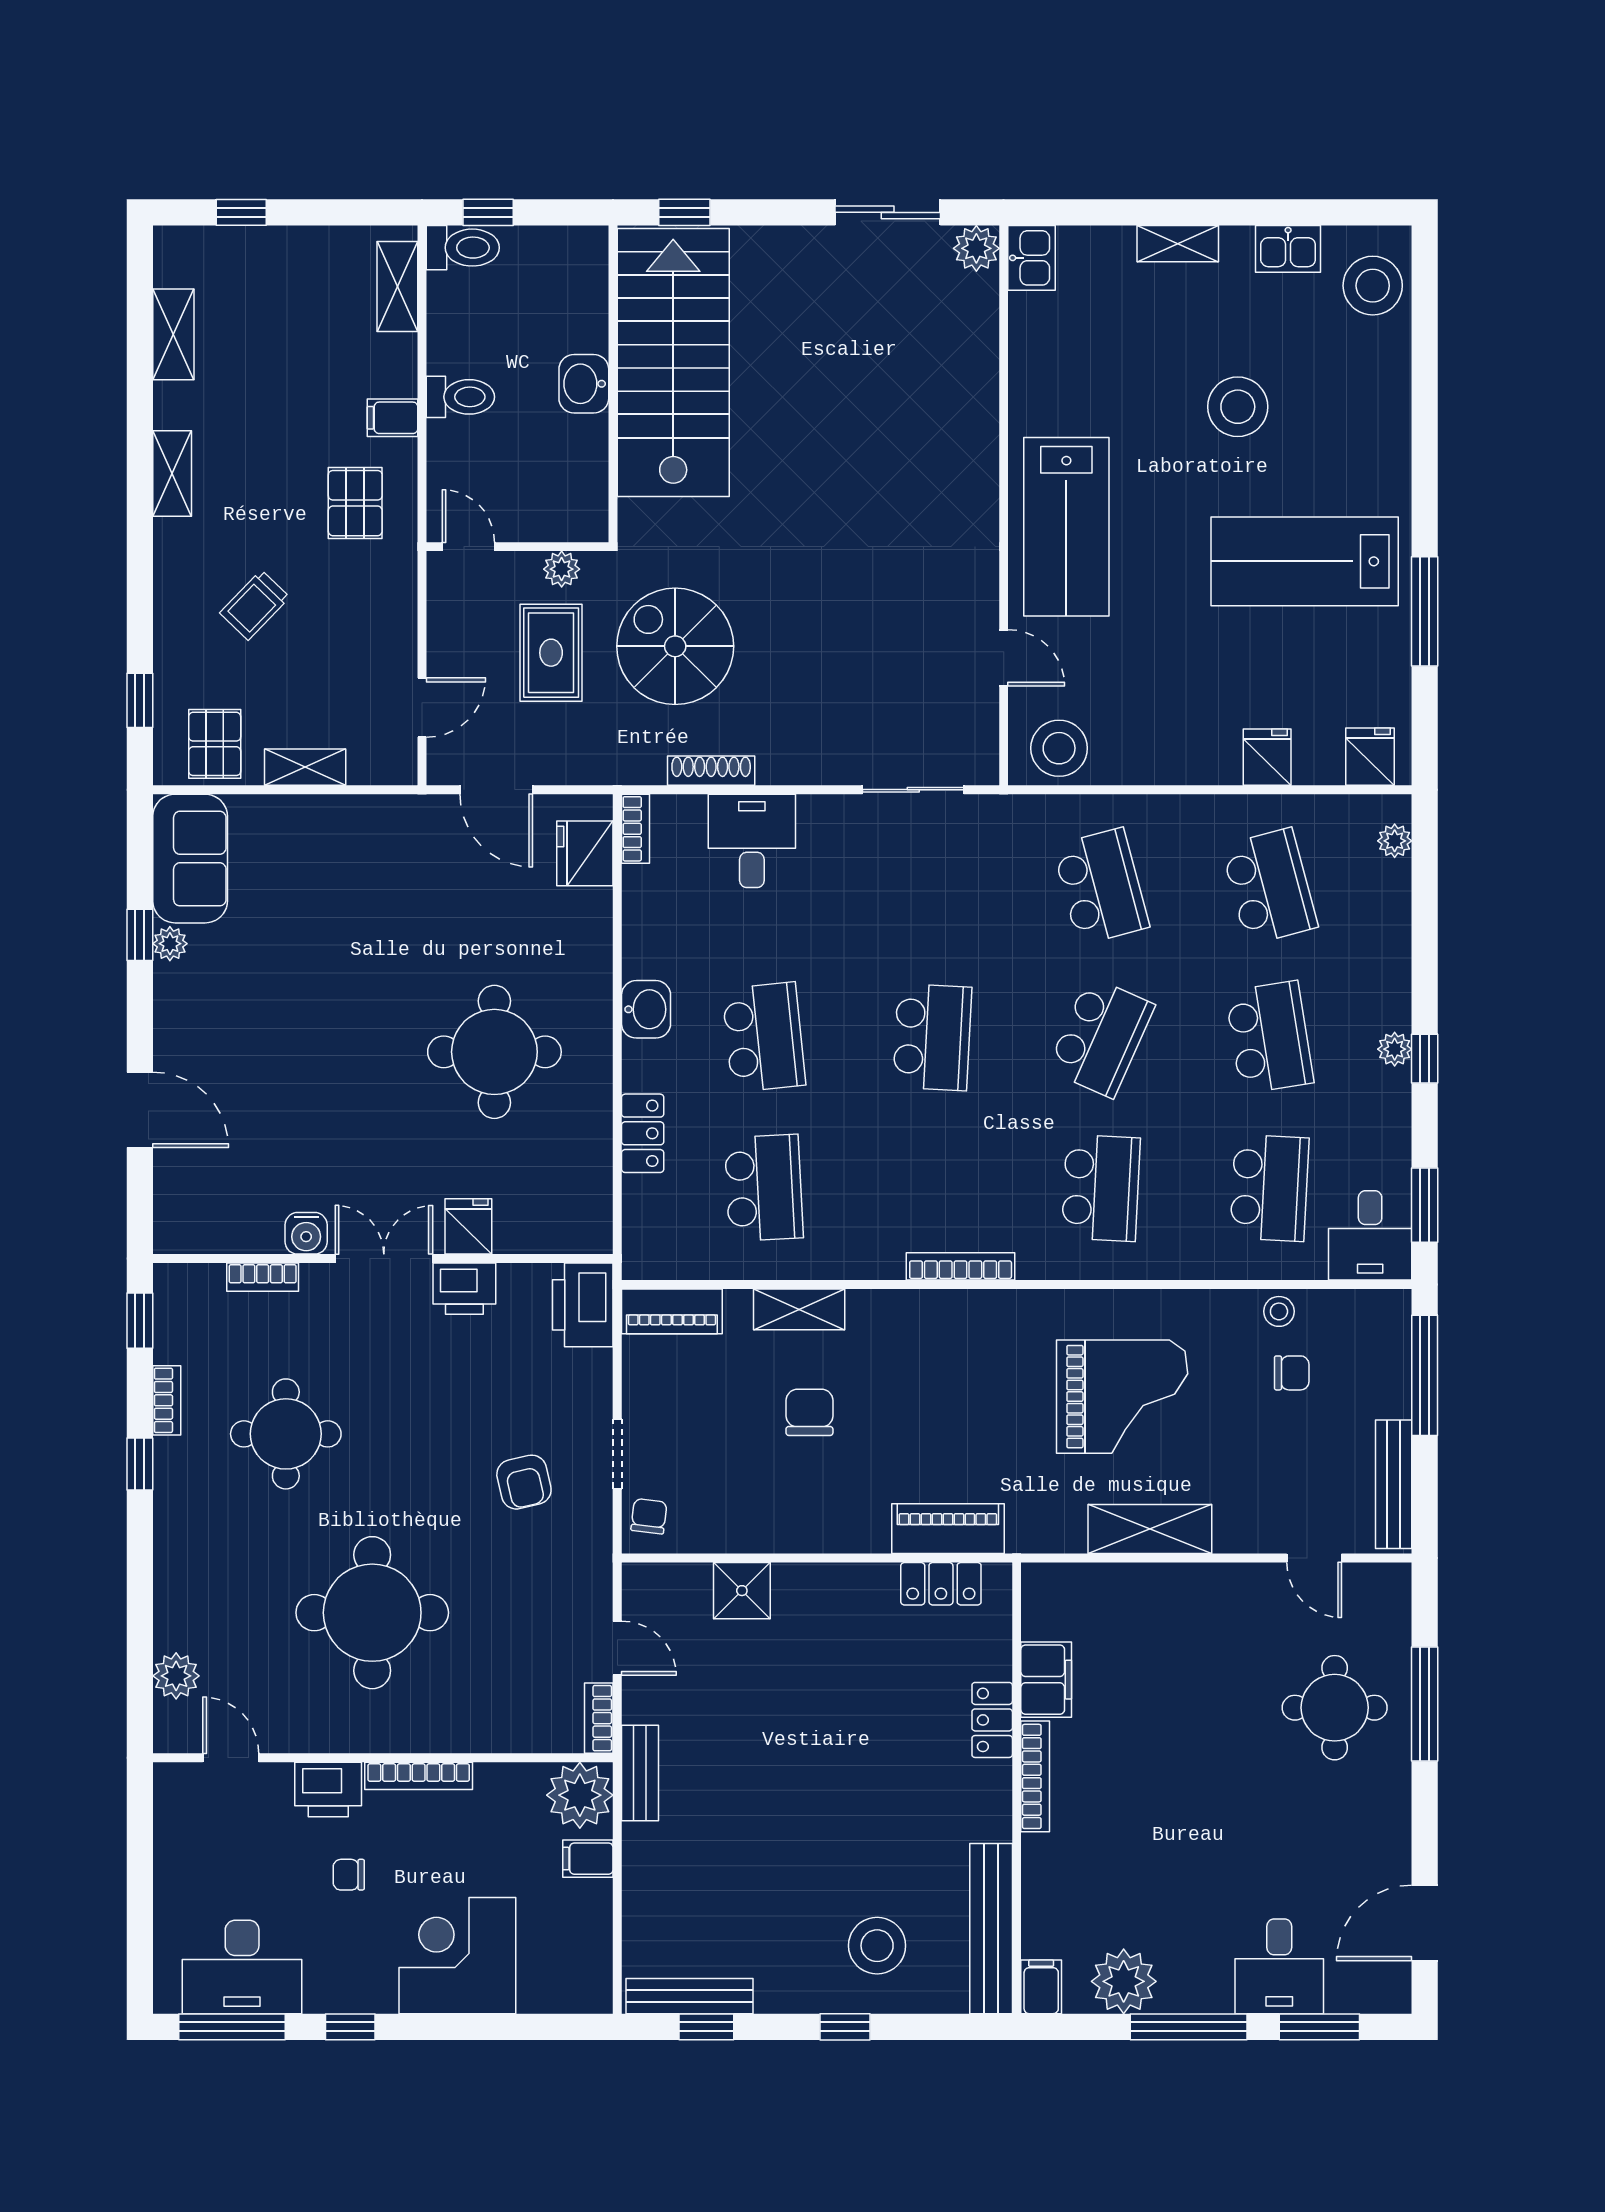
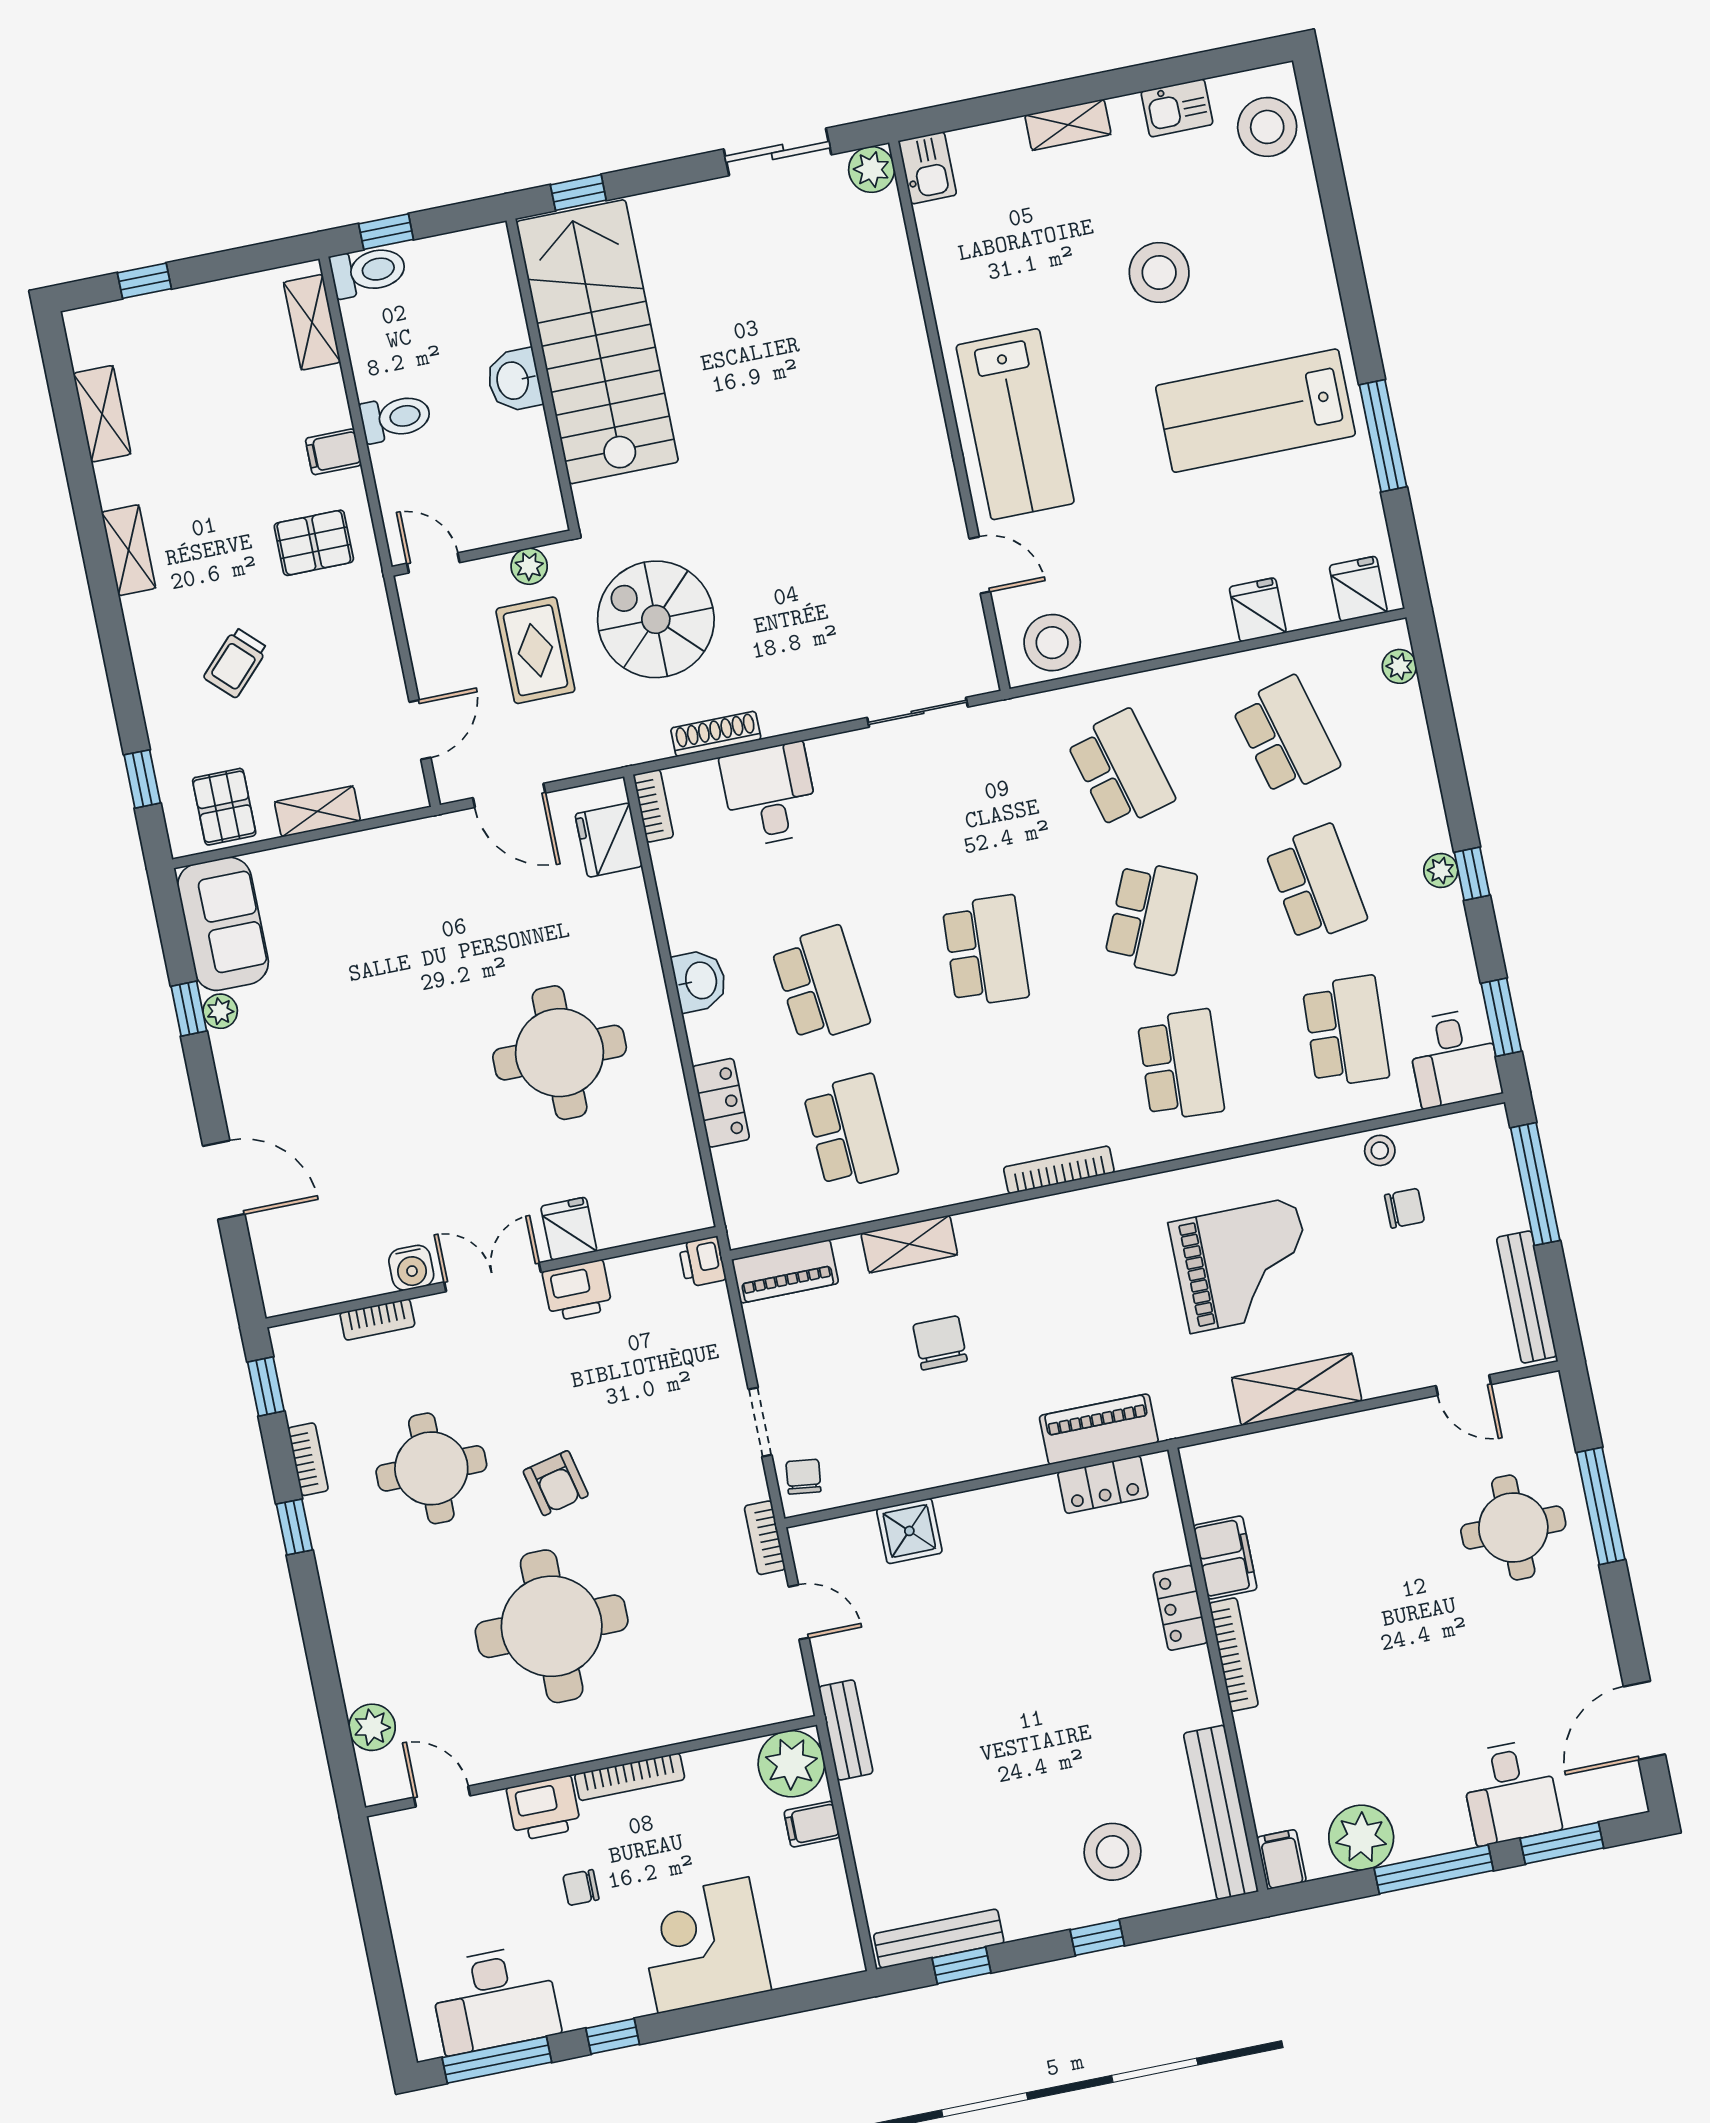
pallet: (355, 503) -> (314, 543), turned 90
printer: (583, 1305) -> (702, 1262), width x0.53, depth x0.68
armchair: (524, 1482) -> (556, 1483), moved
bookcase: (599, 1718) -> (765, 1538), moved

